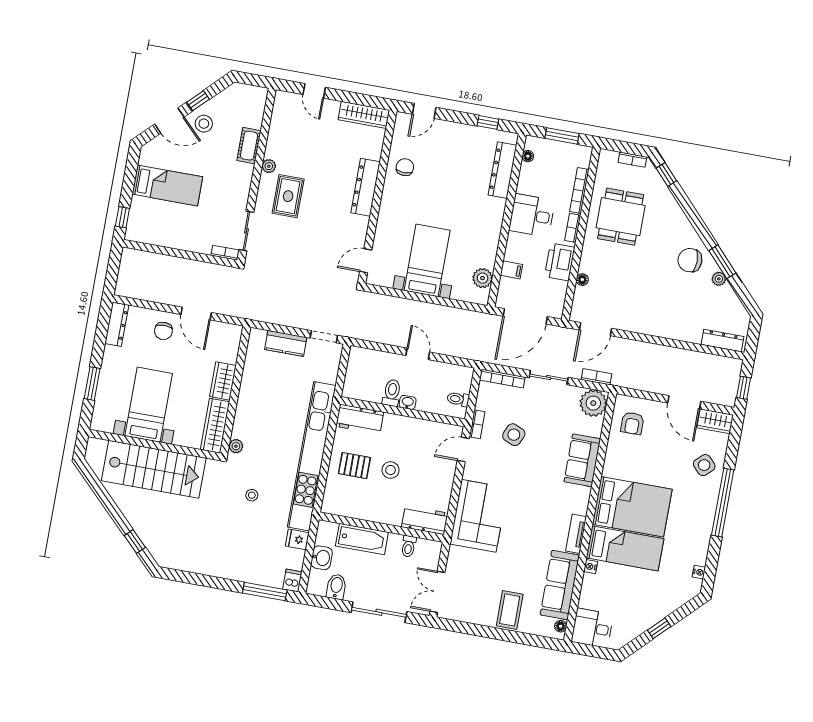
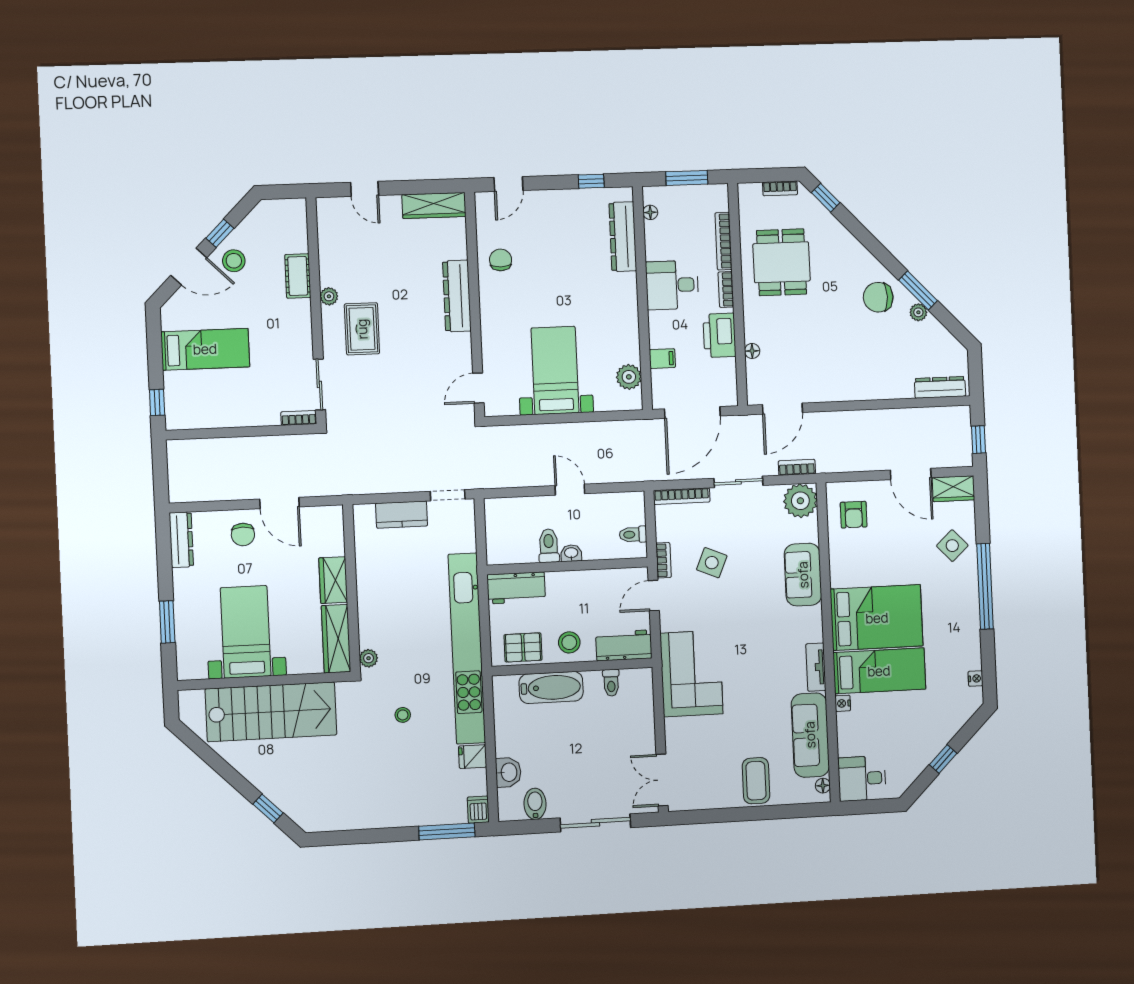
workbench: (425, 520) -> (624, 645), moved
wall: (381, 527) -> (572, 667), moved
bathtub: (362, 539) -> (551, 688), moved
toilet: (409, 546) -> (611, 683), moved

